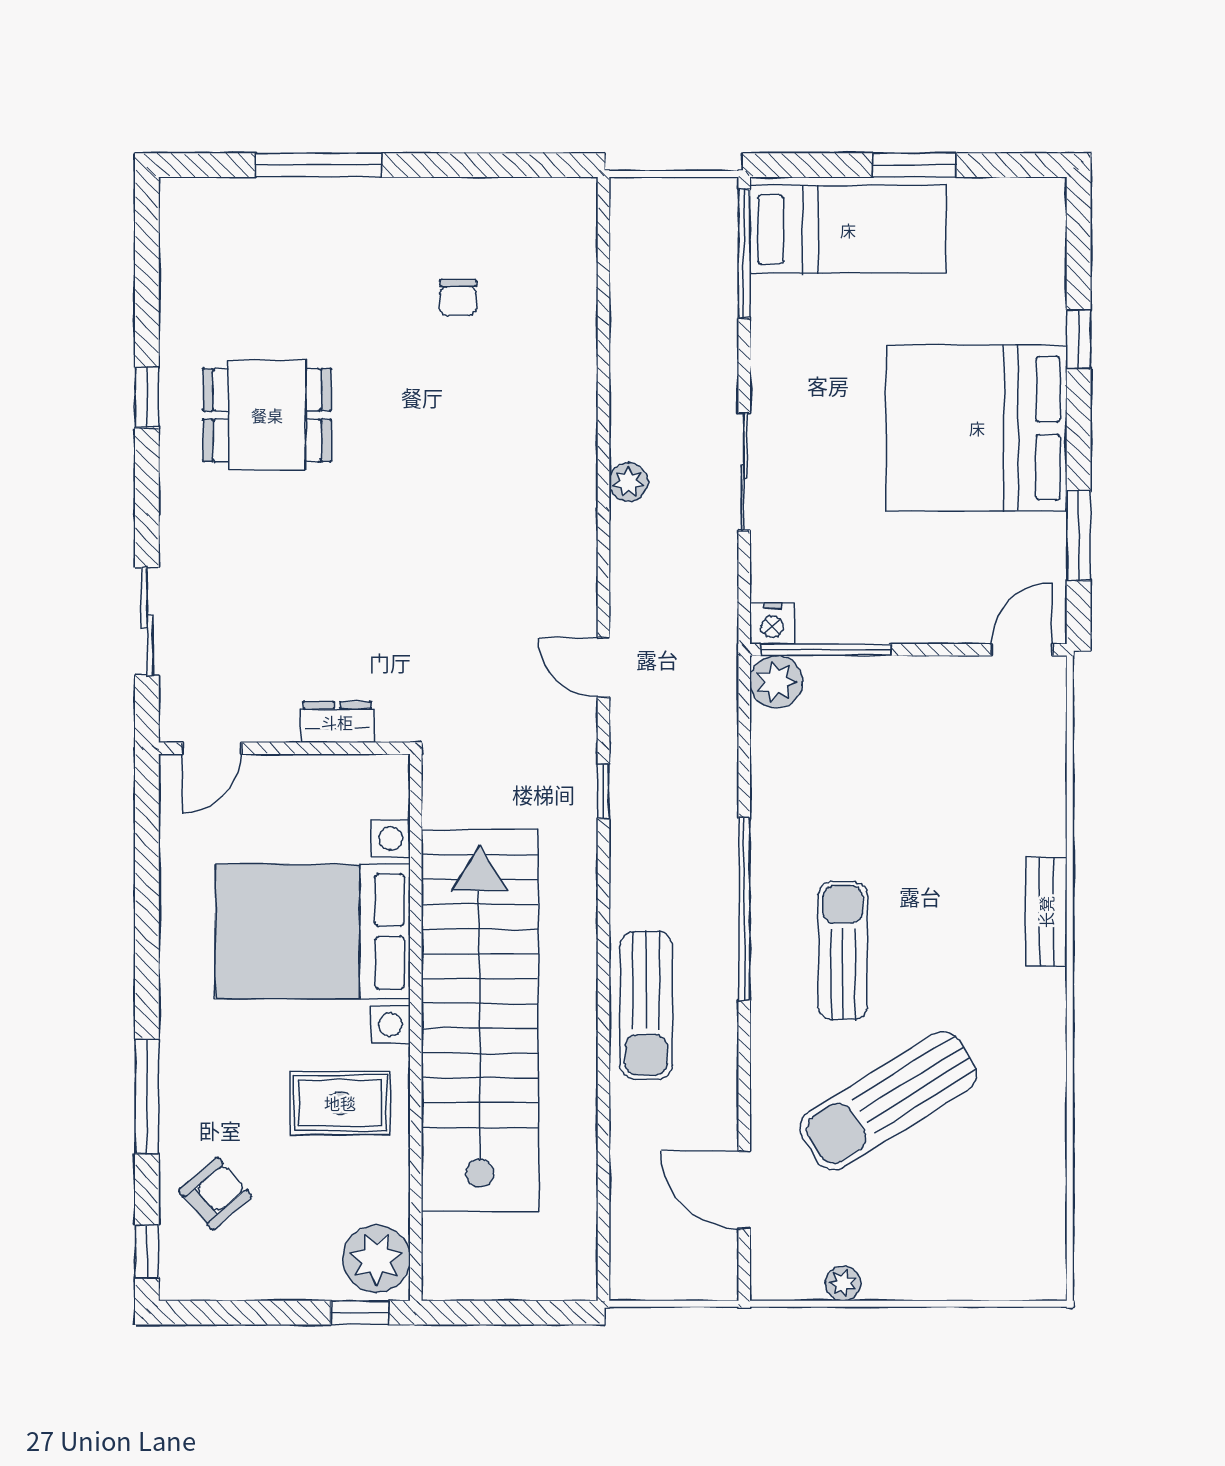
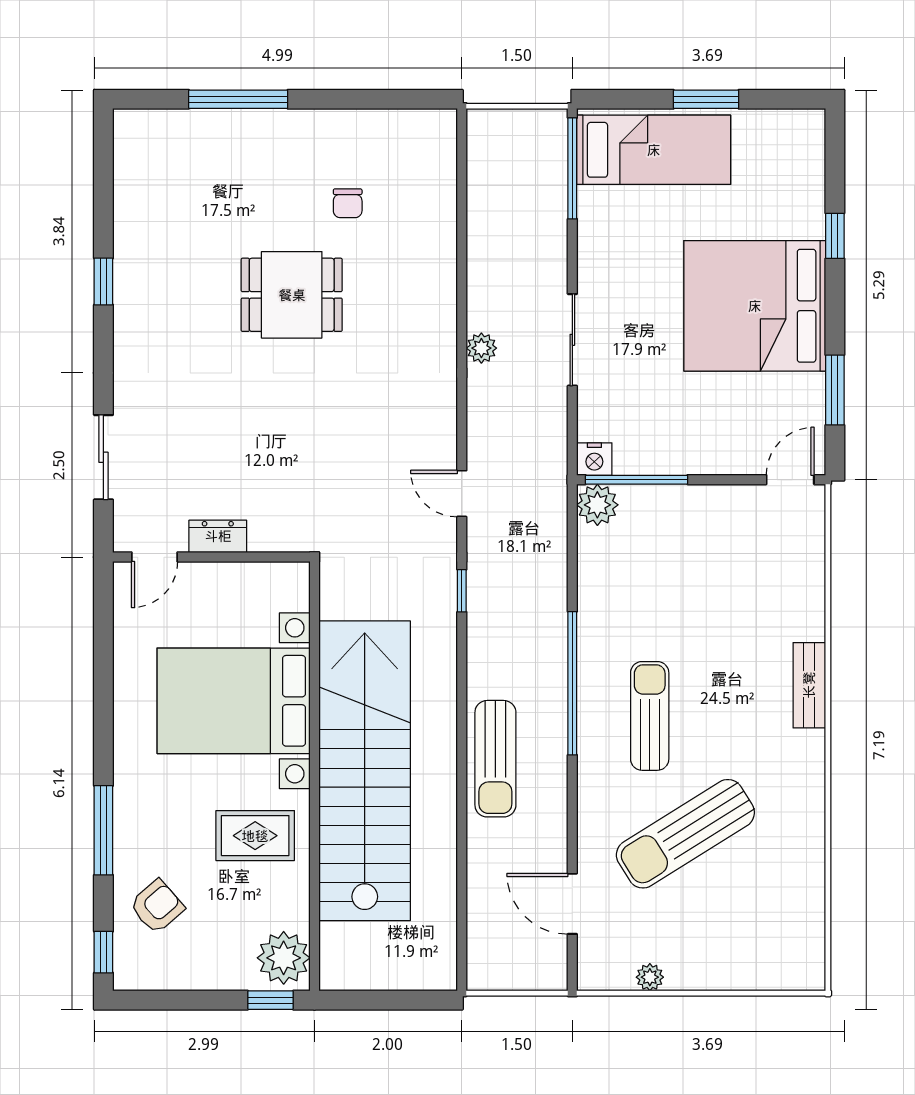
dining table: (267, 415) -> (292, 295), moved
dresser: (337, 722) -> (218, 536), moved

